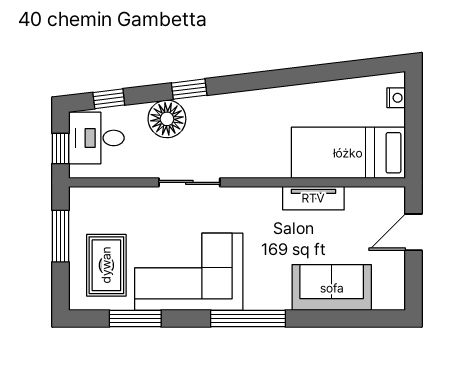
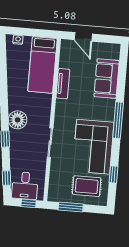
floor lamp: (167, 119) -> (18, 120), moved
window: (135, 318) -> (113, 174), width x0.67

